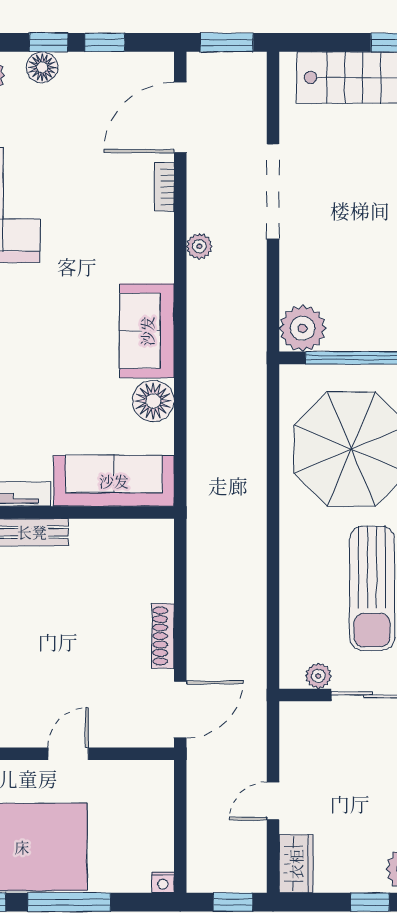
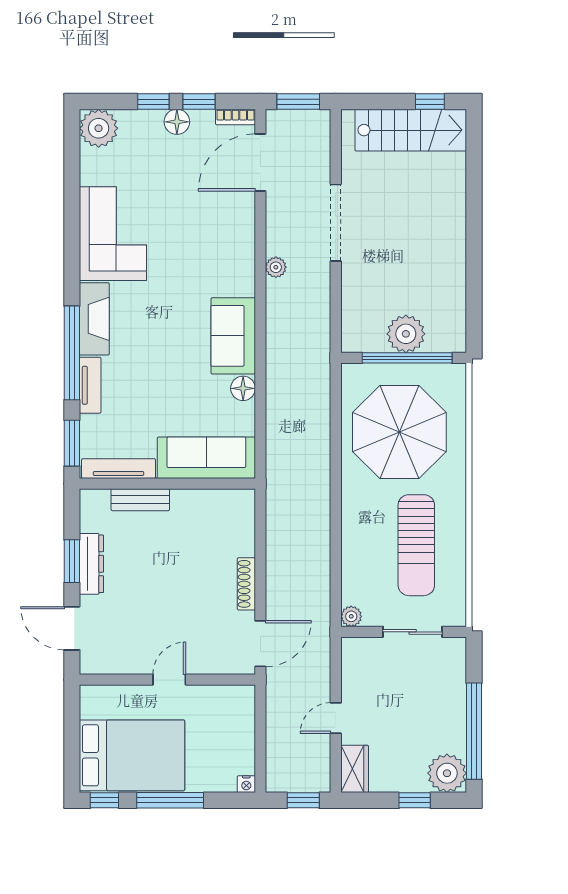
floor lamp: (42, 67) -> (177, 122), moved
bookcase: (164, 187) -> (235, 117), moved, turned -90
plant: (303, 328) -> (406, 334), moved
floor lamp: (153, 401) -> (243, 388), width x0.73, depth x0.73
plant: (318, 676) -> (351, 616), moved

